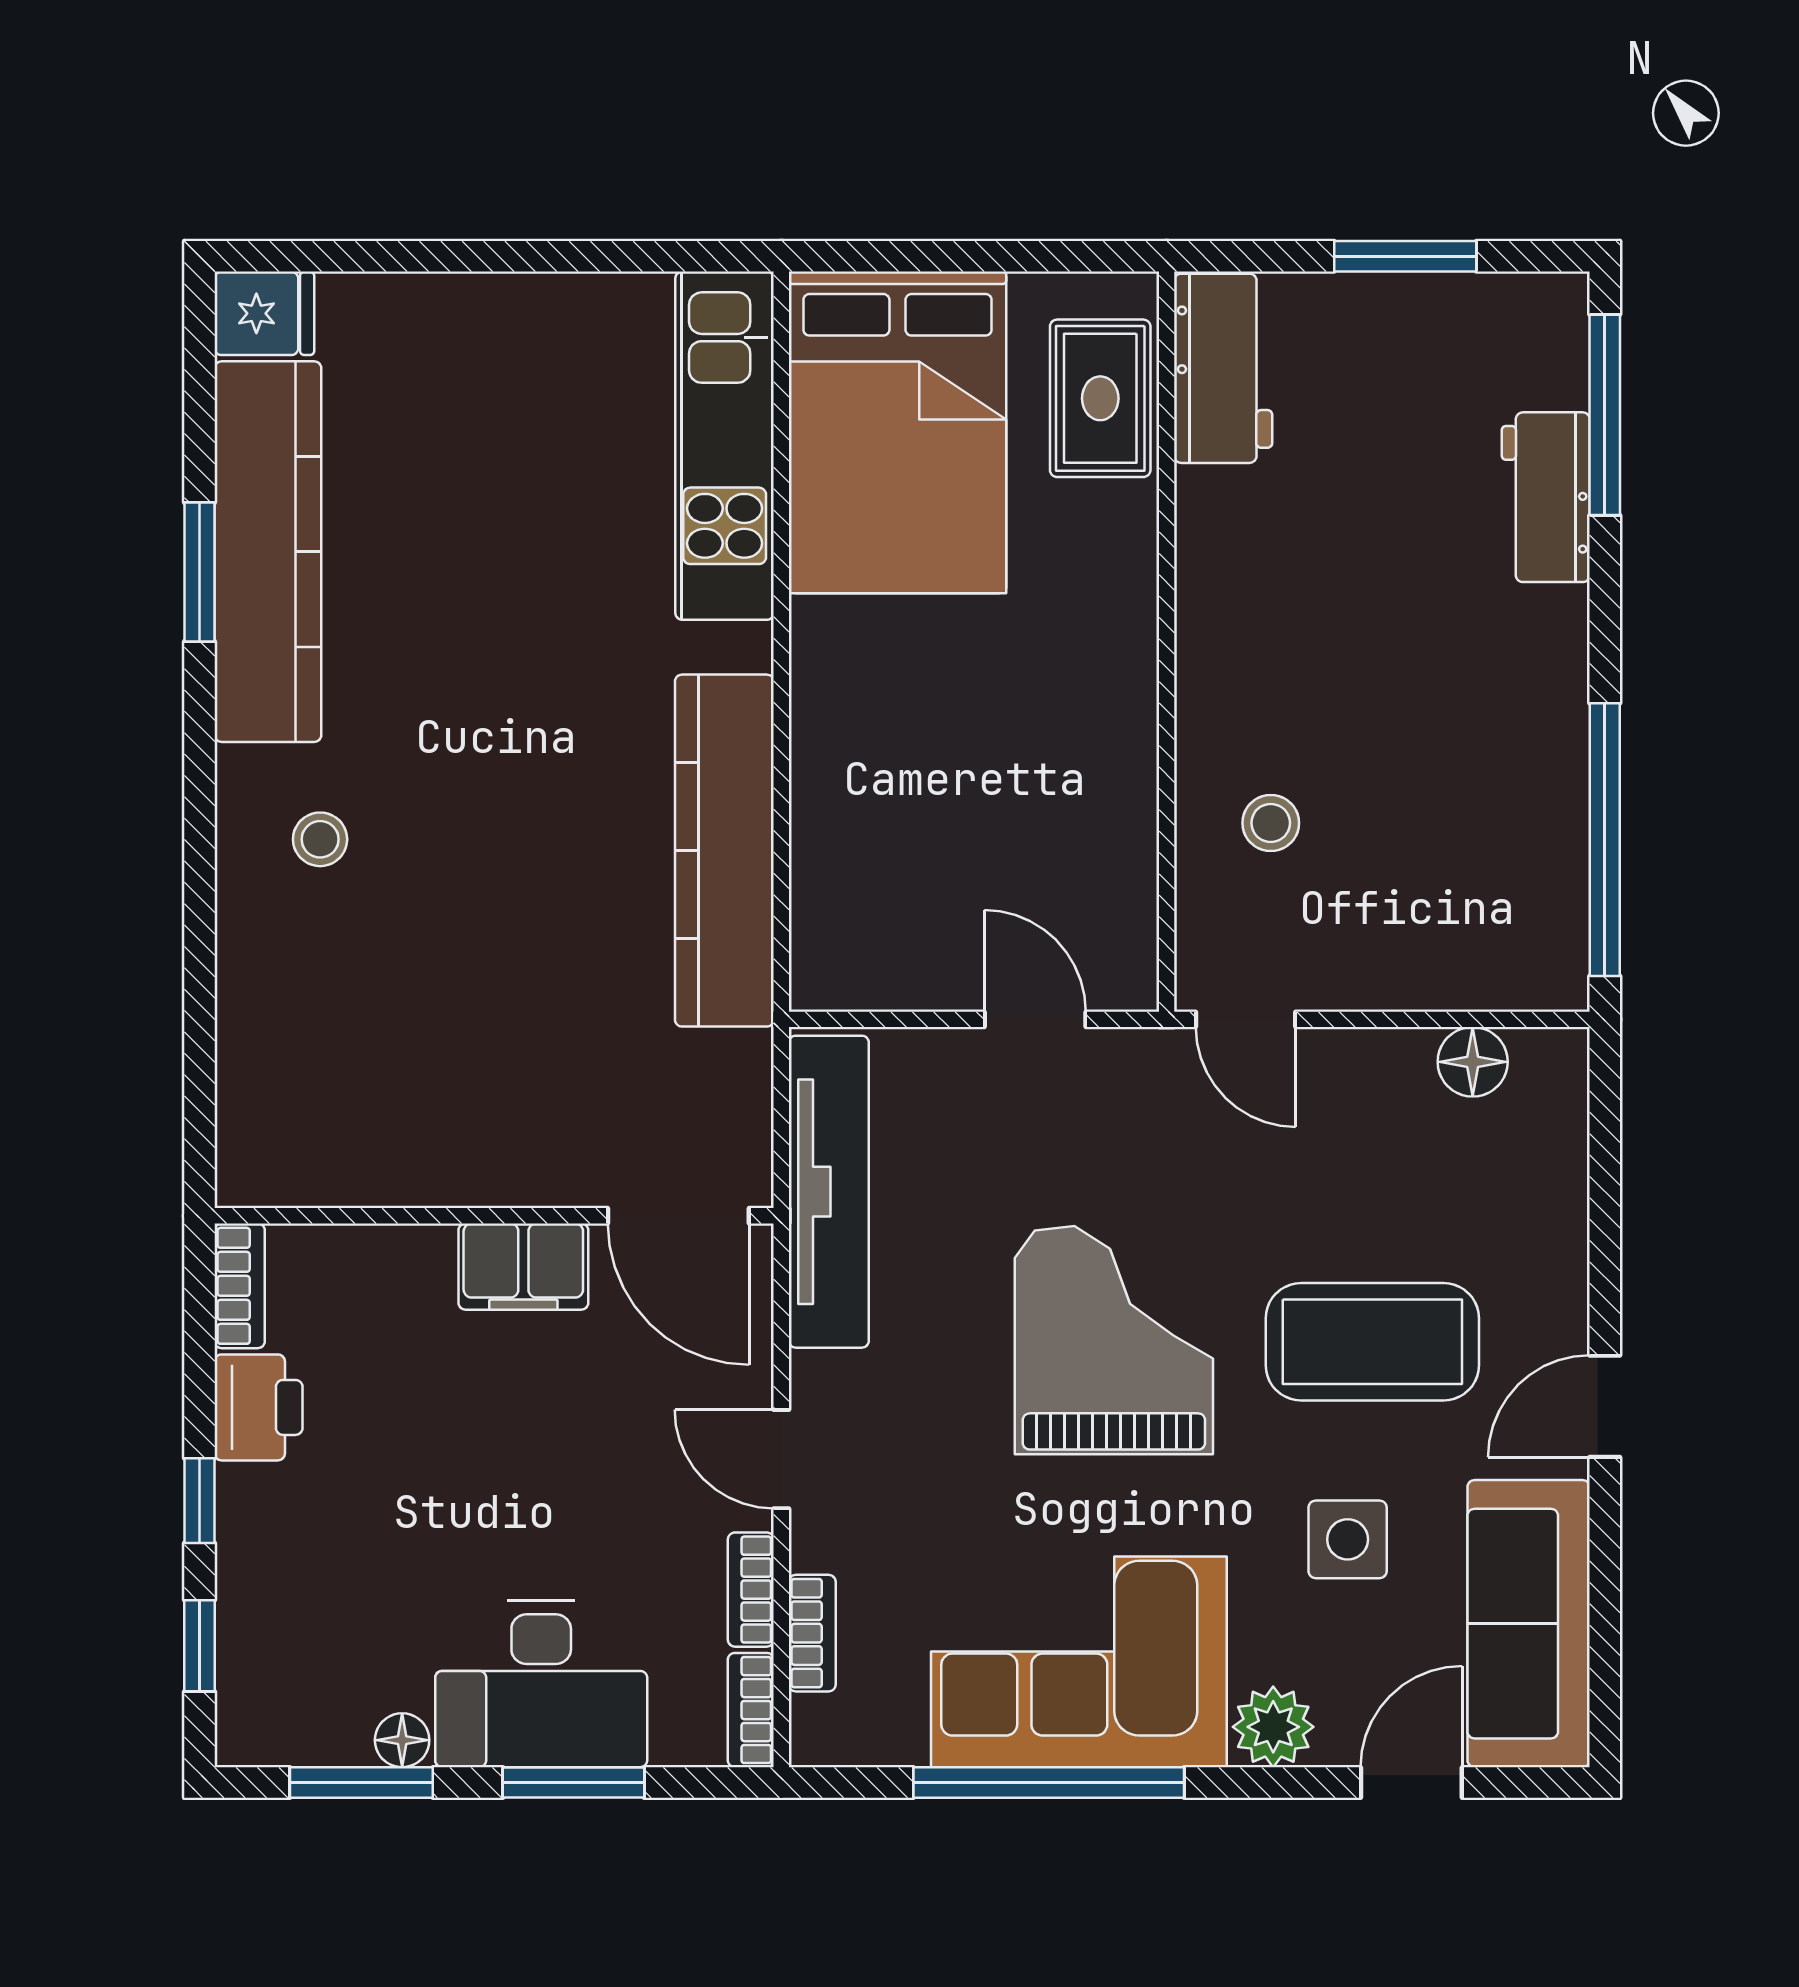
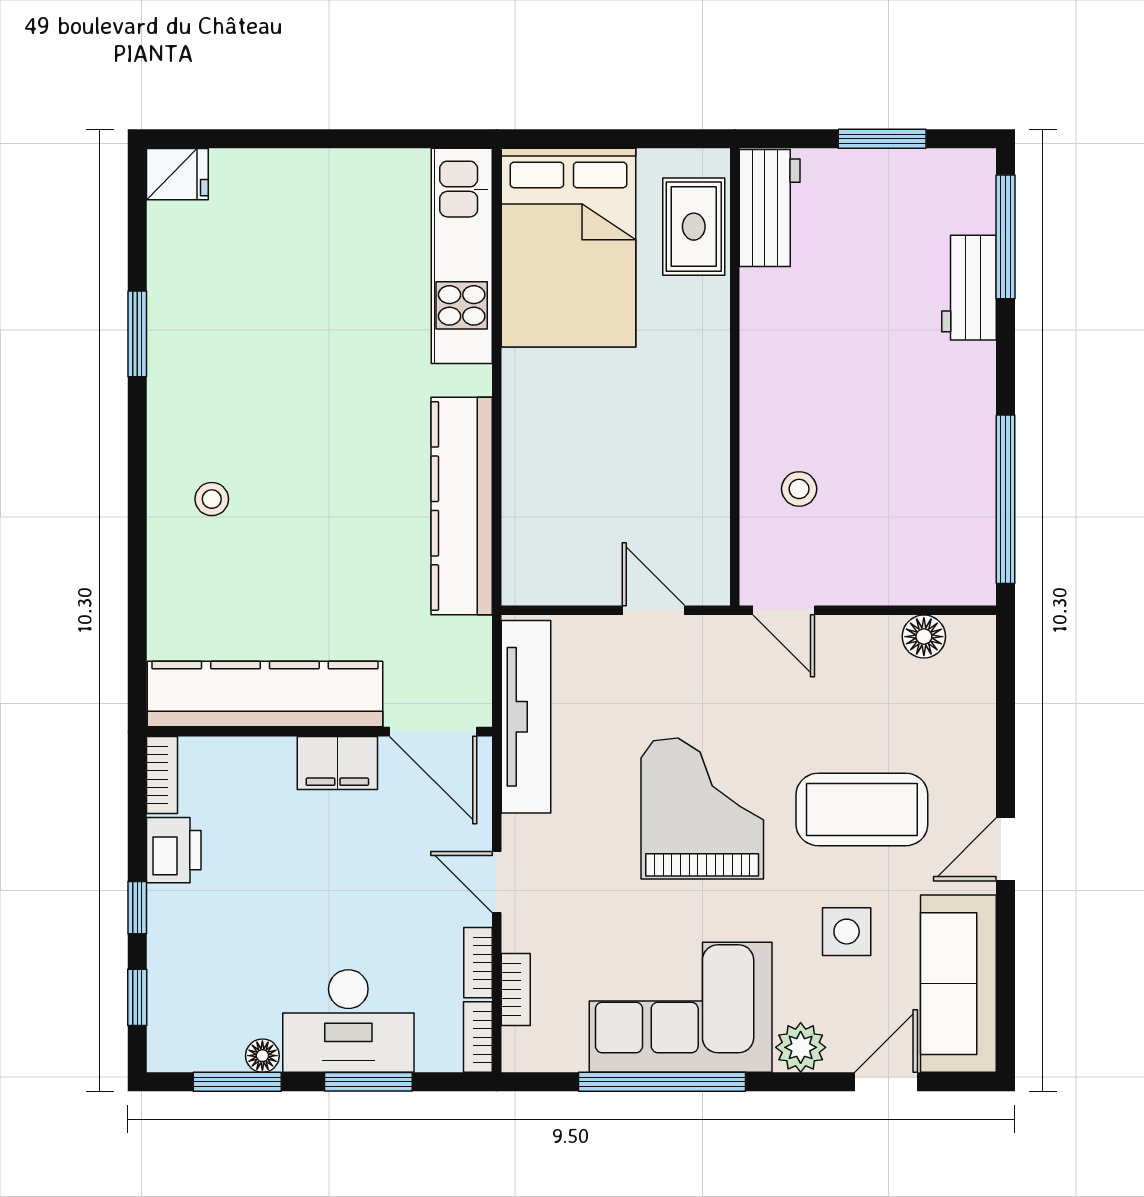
kitchen counter: (268, 552) -> (265, 694), moved, turned -90

